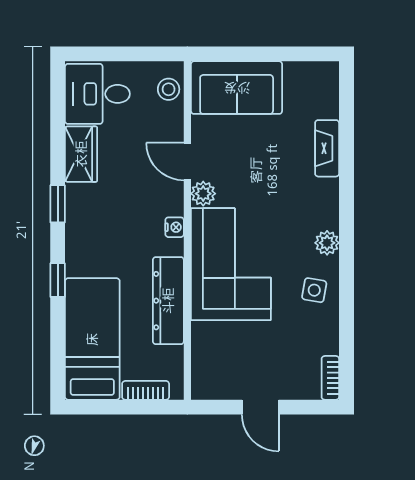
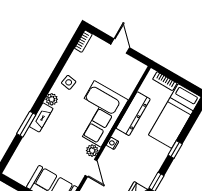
fireplace: (327, 148) -> (41, 117), moved
window: (346, 173) -> (26, 124), added

